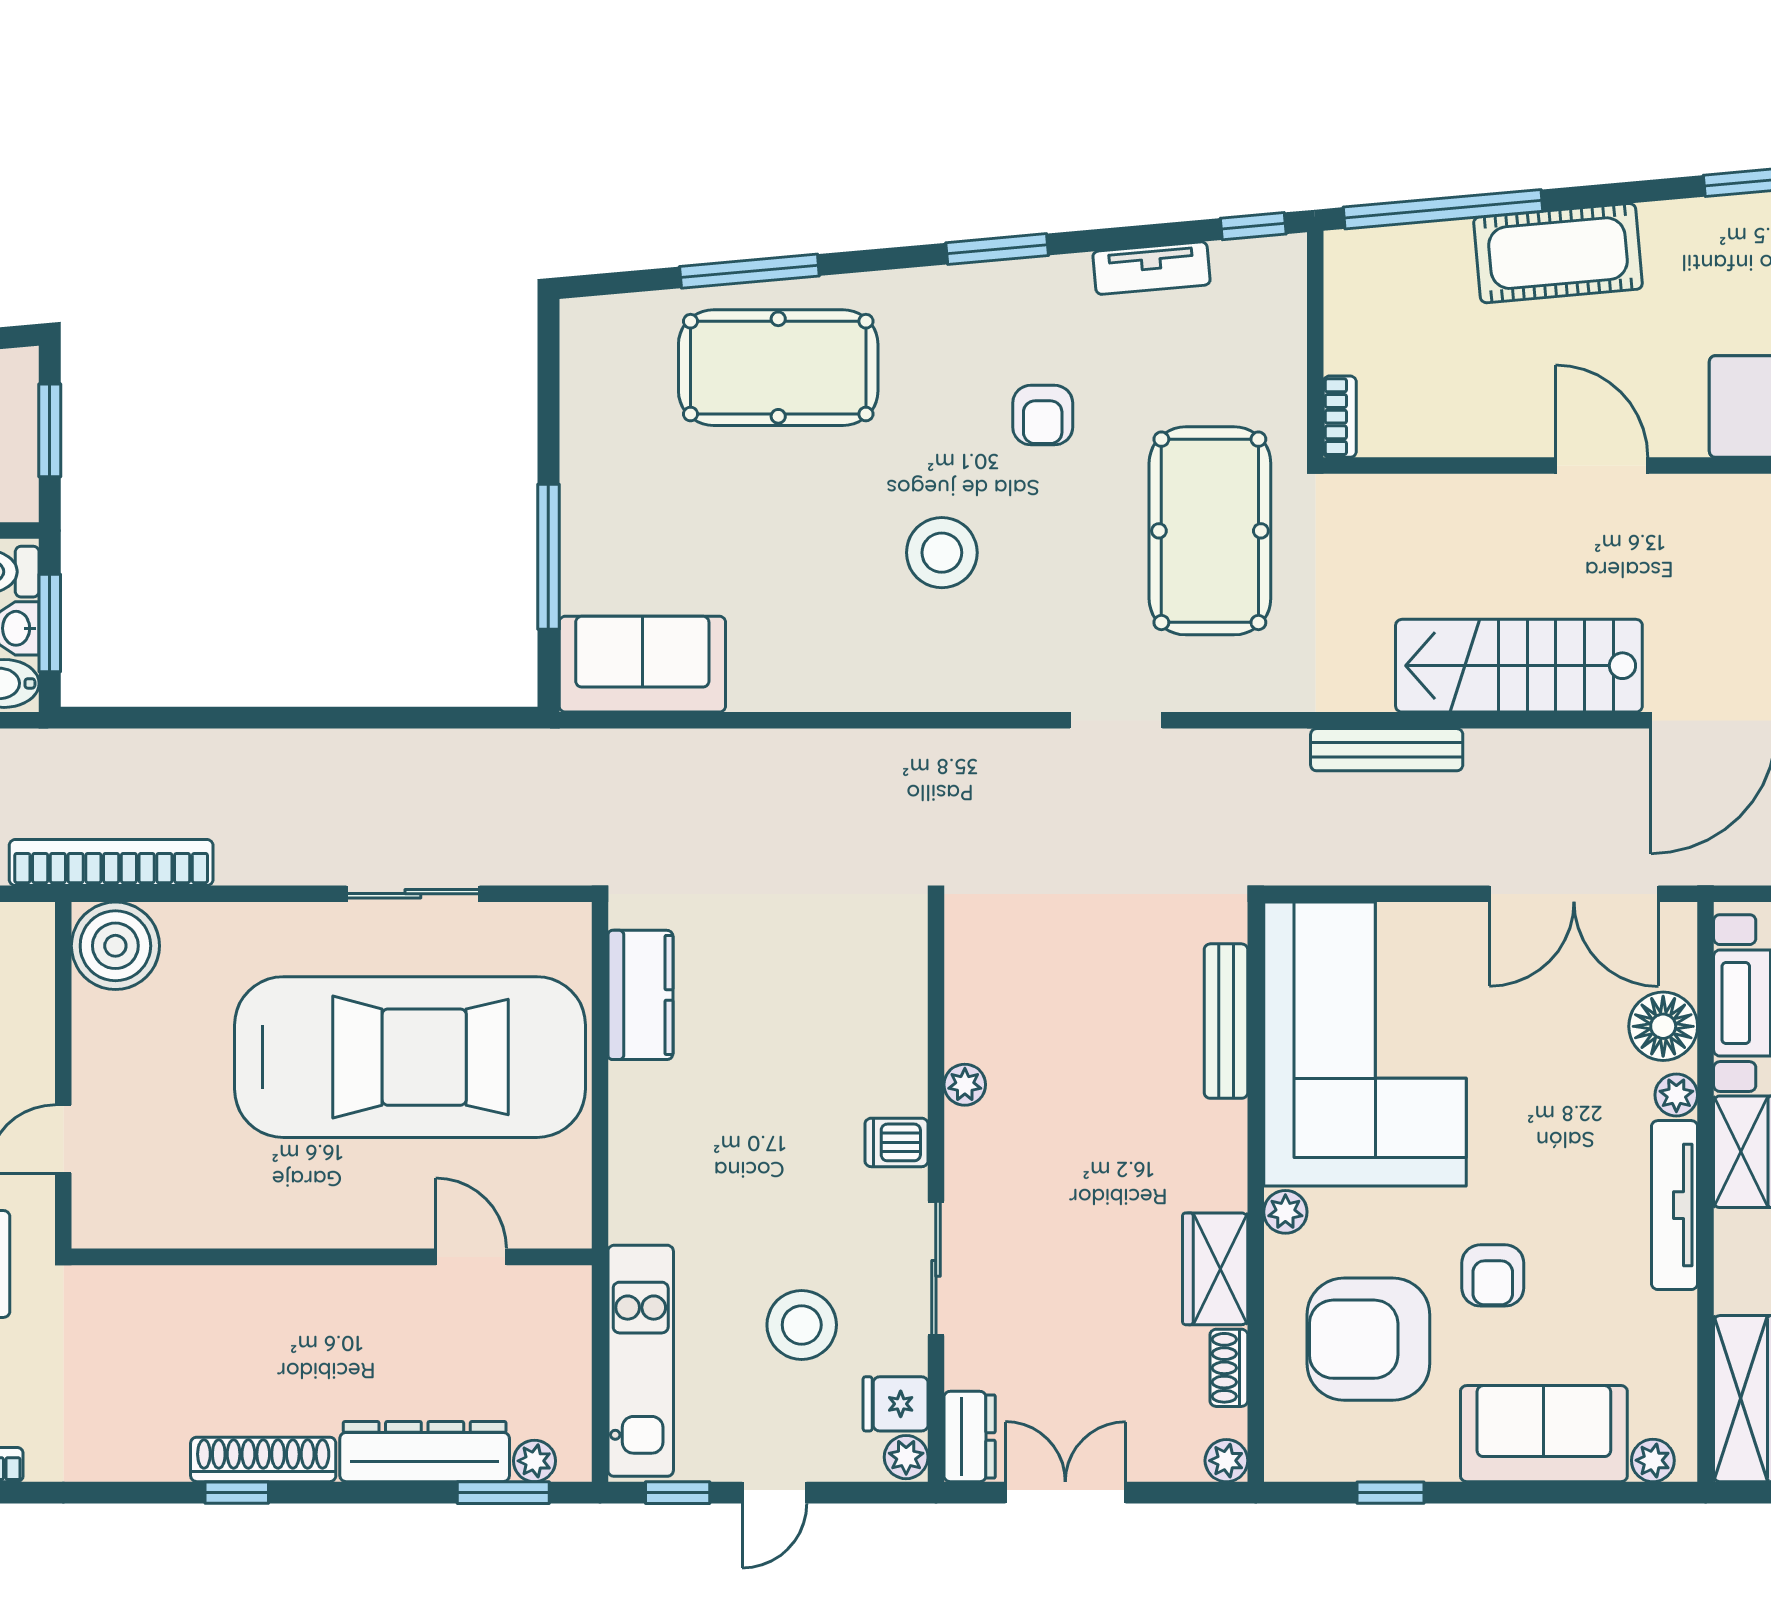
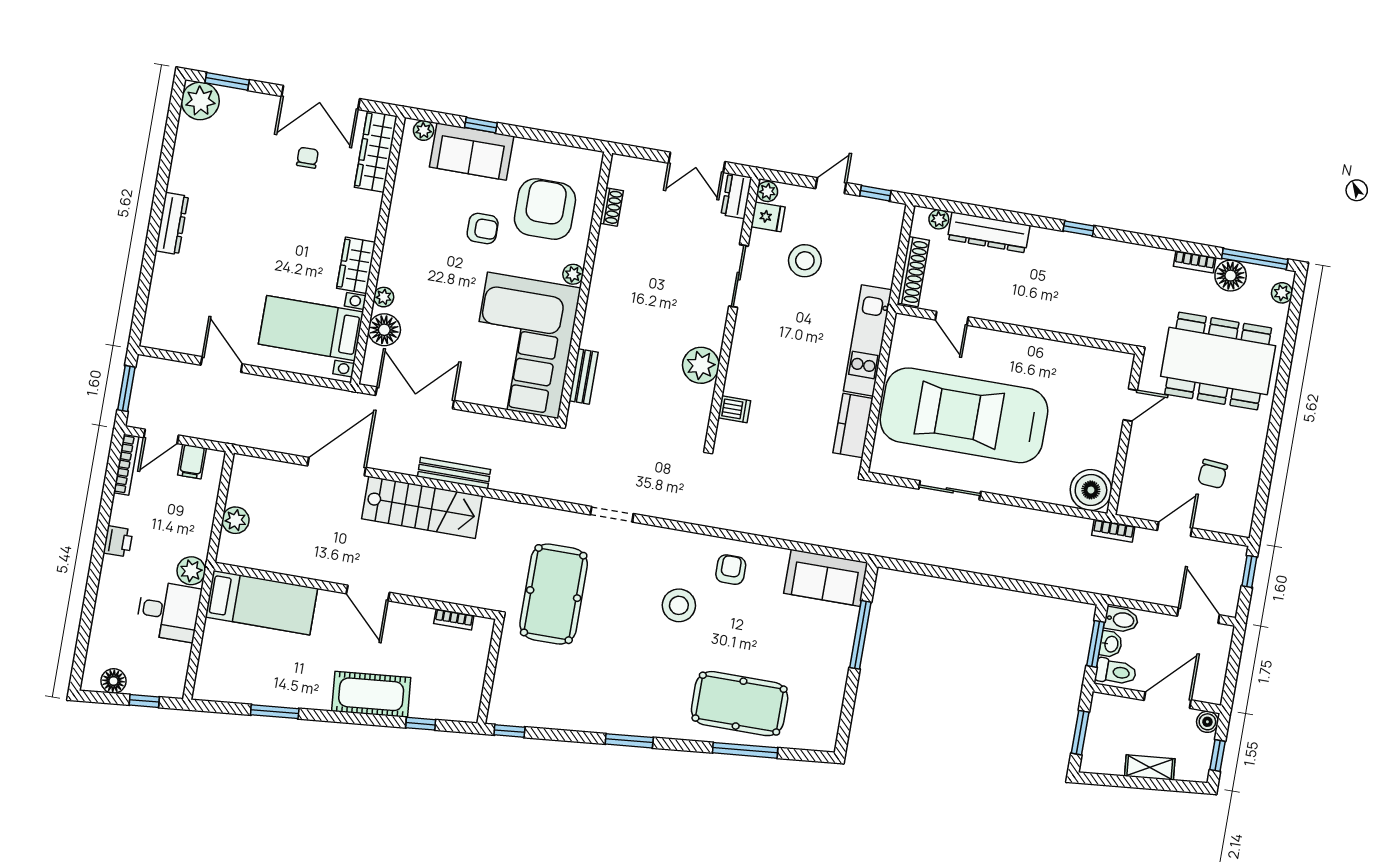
window: (1443, 209) -> (421, 724), width x0.32
tv unit: (1152, 268) -> (560, 720), removed
armchair: (1043, 415) -> (731, 570), moved
bookcase: (1340, 417) -> (454, 619), moved, turned -90
bench: (1387, 750) -> (454, 473), moved
bookcase: (111, 863) -> (1113, 531), width x0.43, depth x0.76
bench: (1226, 1021) -> (584, 376), width x0.73
plant: (965, 1085) -> (701, 365), width x1.87, depth x1.87
dishwasher: (896, 1142) -> (734, 409), moved
tv unit: (1675, 1205) -> (393, 246), removed
wardrobe: (1215, 1269) -> (610, 254), removed
armchair: (1493, 1275) -> (483, 229), turned 90
armchair: (1368, 1339) -> (545, 209), turned -90
kitchen unit: (641, 1361) -> (868, 340), moved
shoe rack: (263, 1459) -> (913, 272), moved, turned -90
plant: (1226, 1461) -> (620, 164), removed
window: (503, 1493) -> (956, 207), removed
window: (1391, 1493) -> (481, 125), moved

